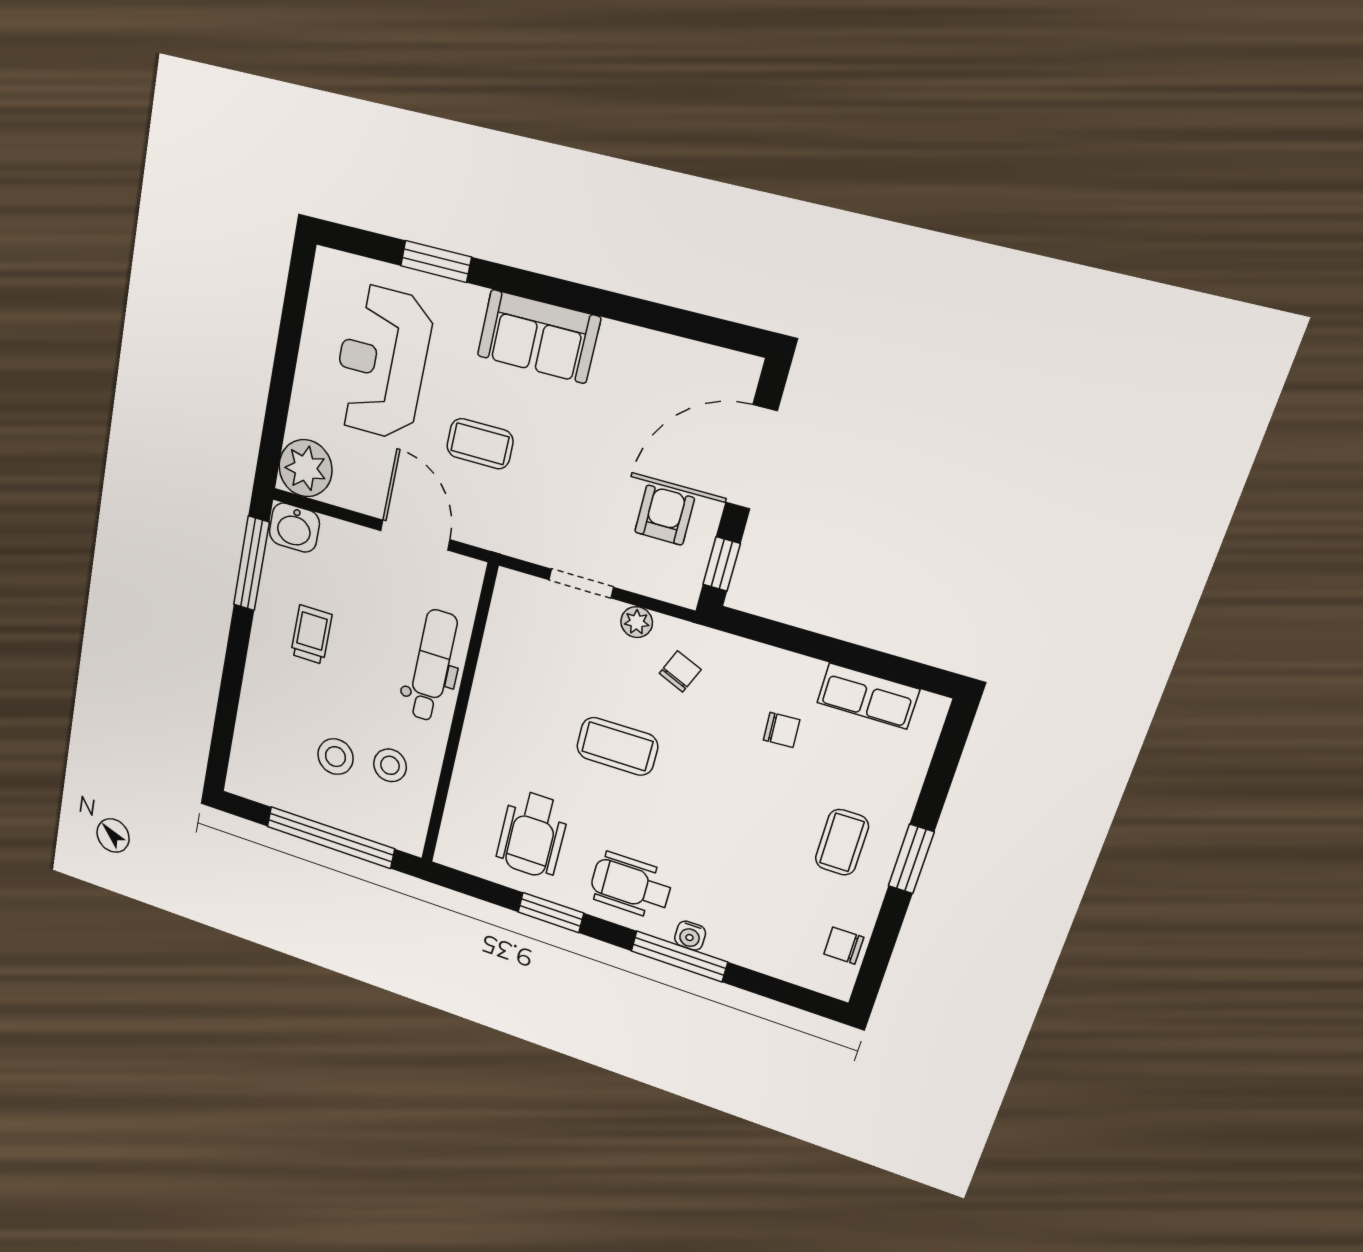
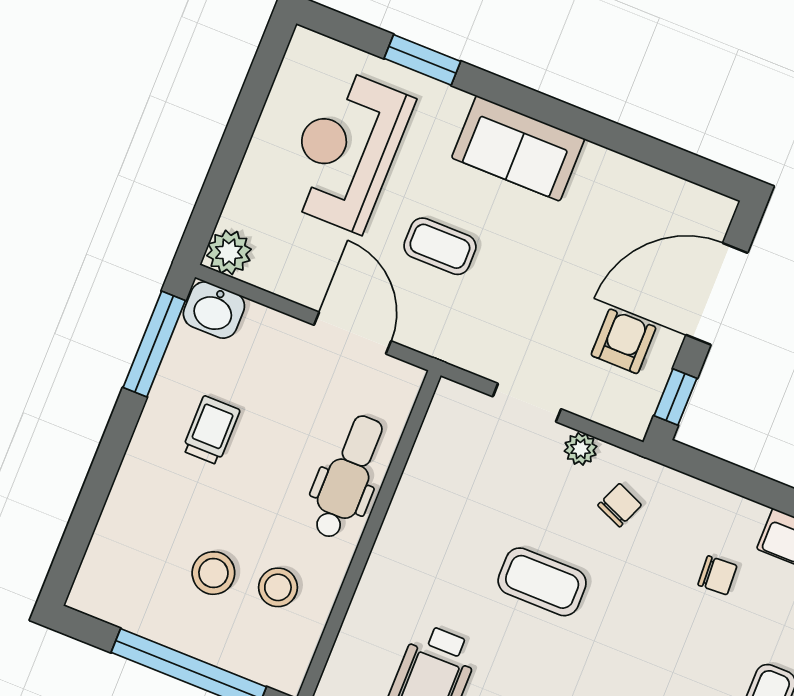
plant: (305, 468) -> (229, 252), width x0.73, depth x0.73

